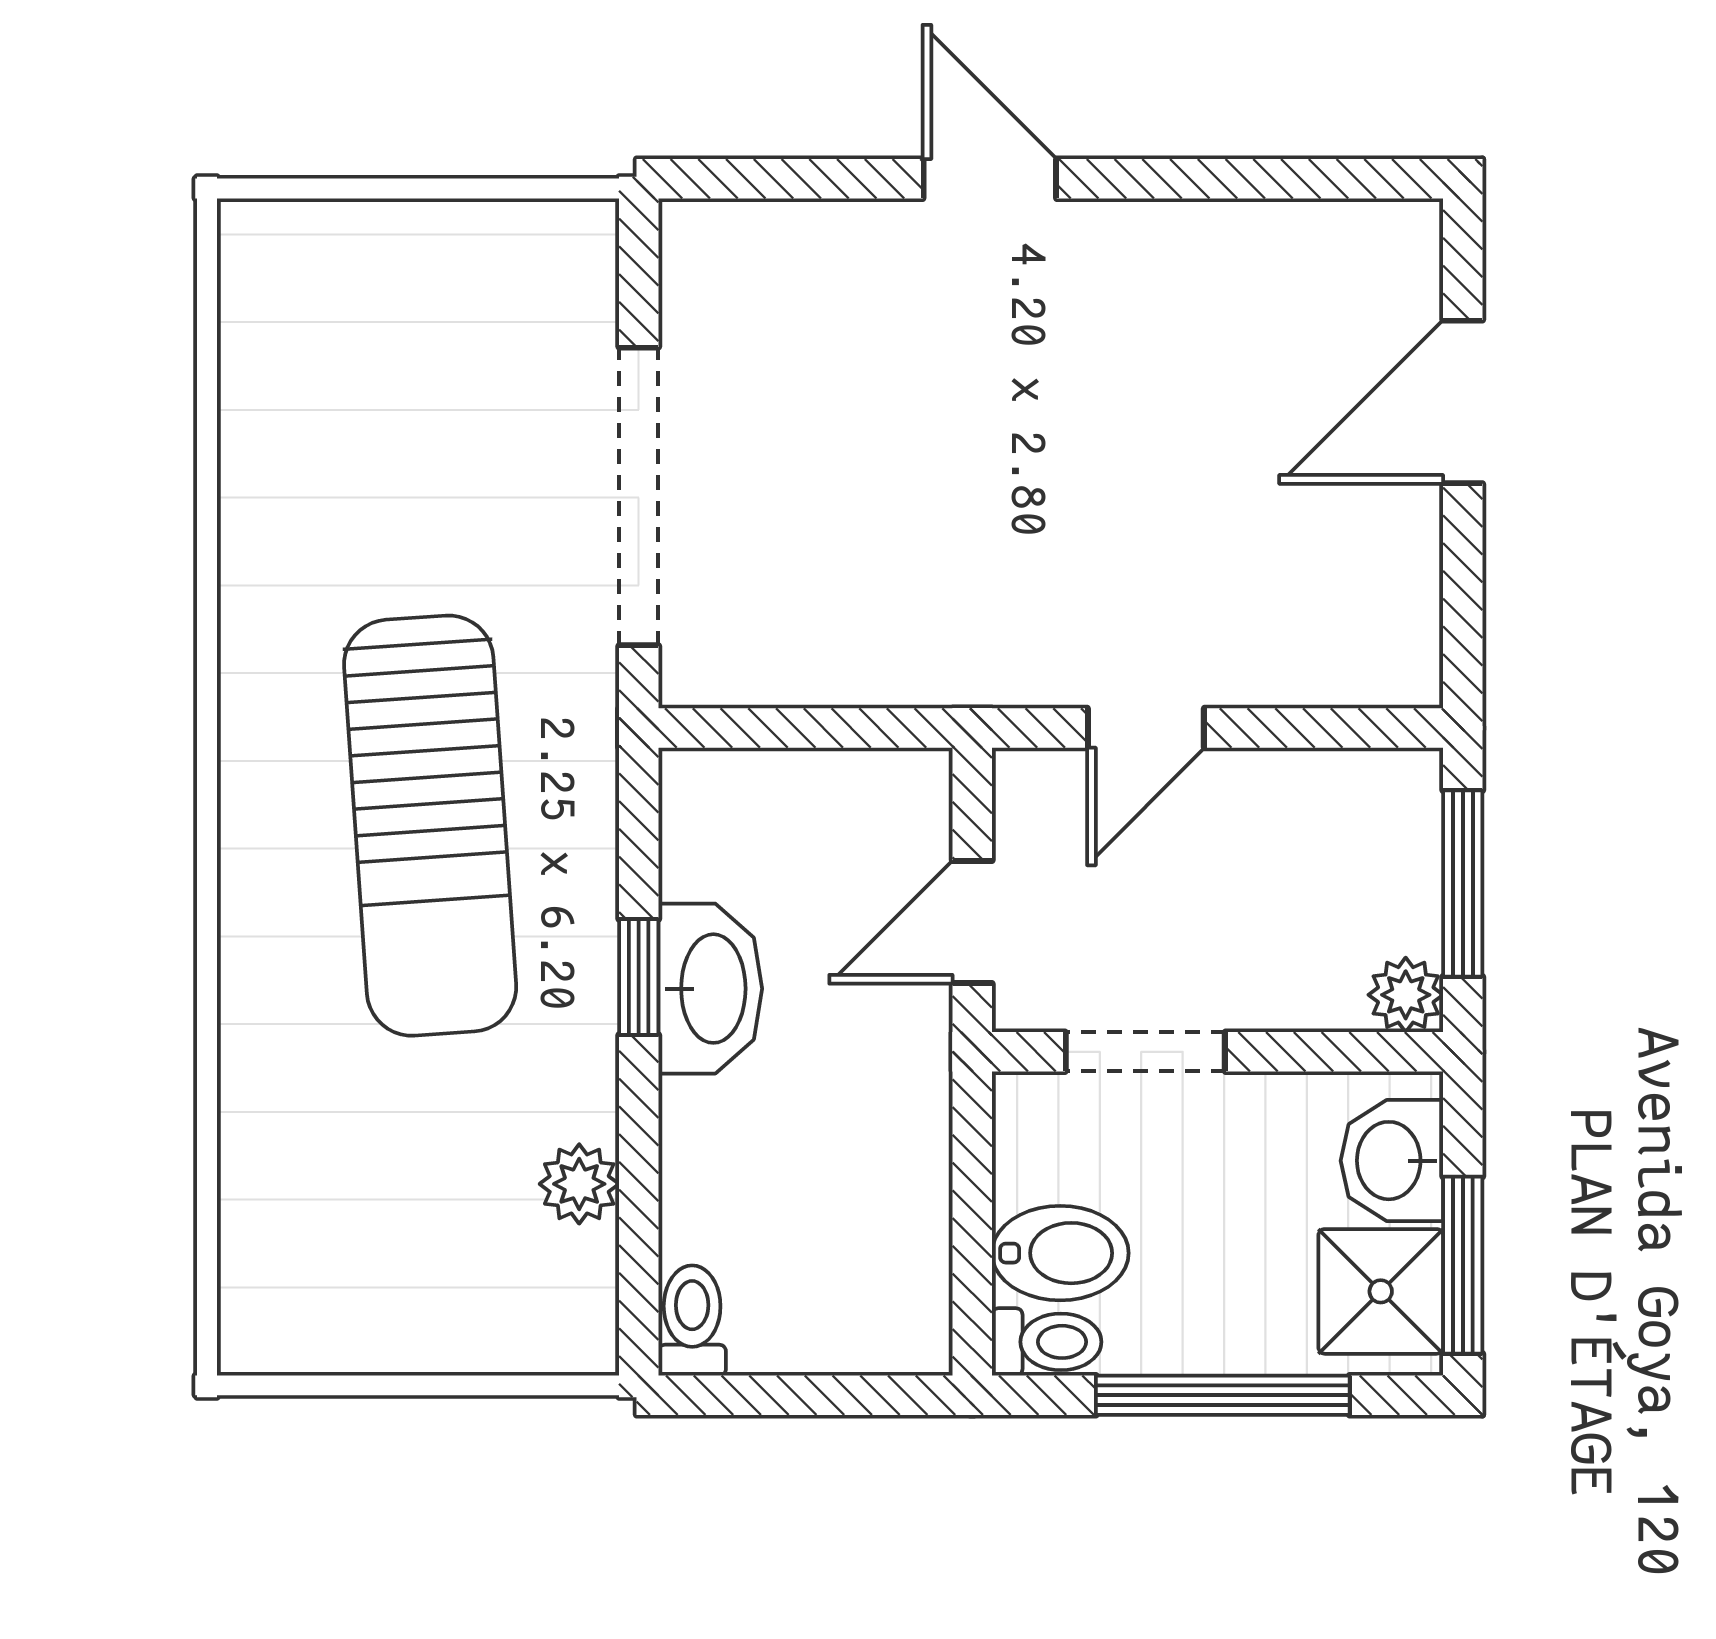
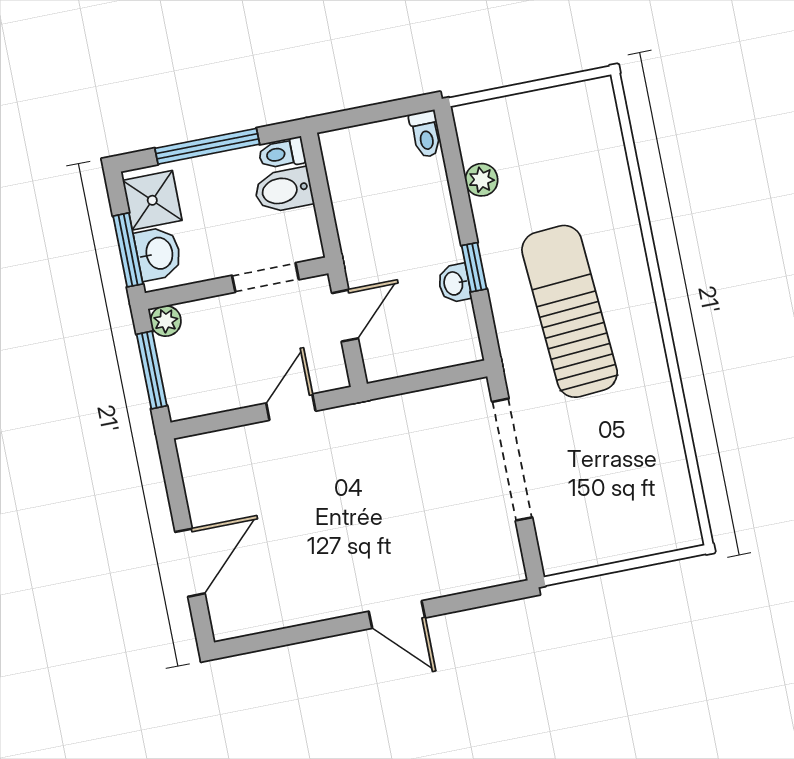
washbasin: (710, 989) -> (454, 283), width x0.52, depth x0.69
window: (1463, 1265) -> (128, 250), moved

